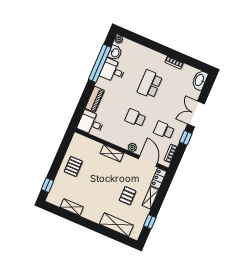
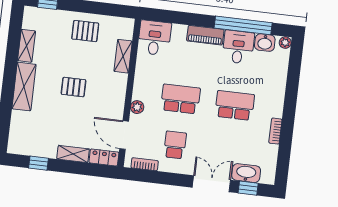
washbasin: (200, 80) -> (246, 173), moved
piano: (95, 99) -> (205, 35), moved
school desk: (135, 118) -> (180, 99), width x1.85
window: (186, 138) -> (248, 188), moved
shelving: (112, 153) -> (123, 56), moved
door: (148, 161) -> (124, 135), swing flipped
pallet: (128, 196) -> (74, 87), moved
shelving: (116, 225) -> (24, 87), moved

